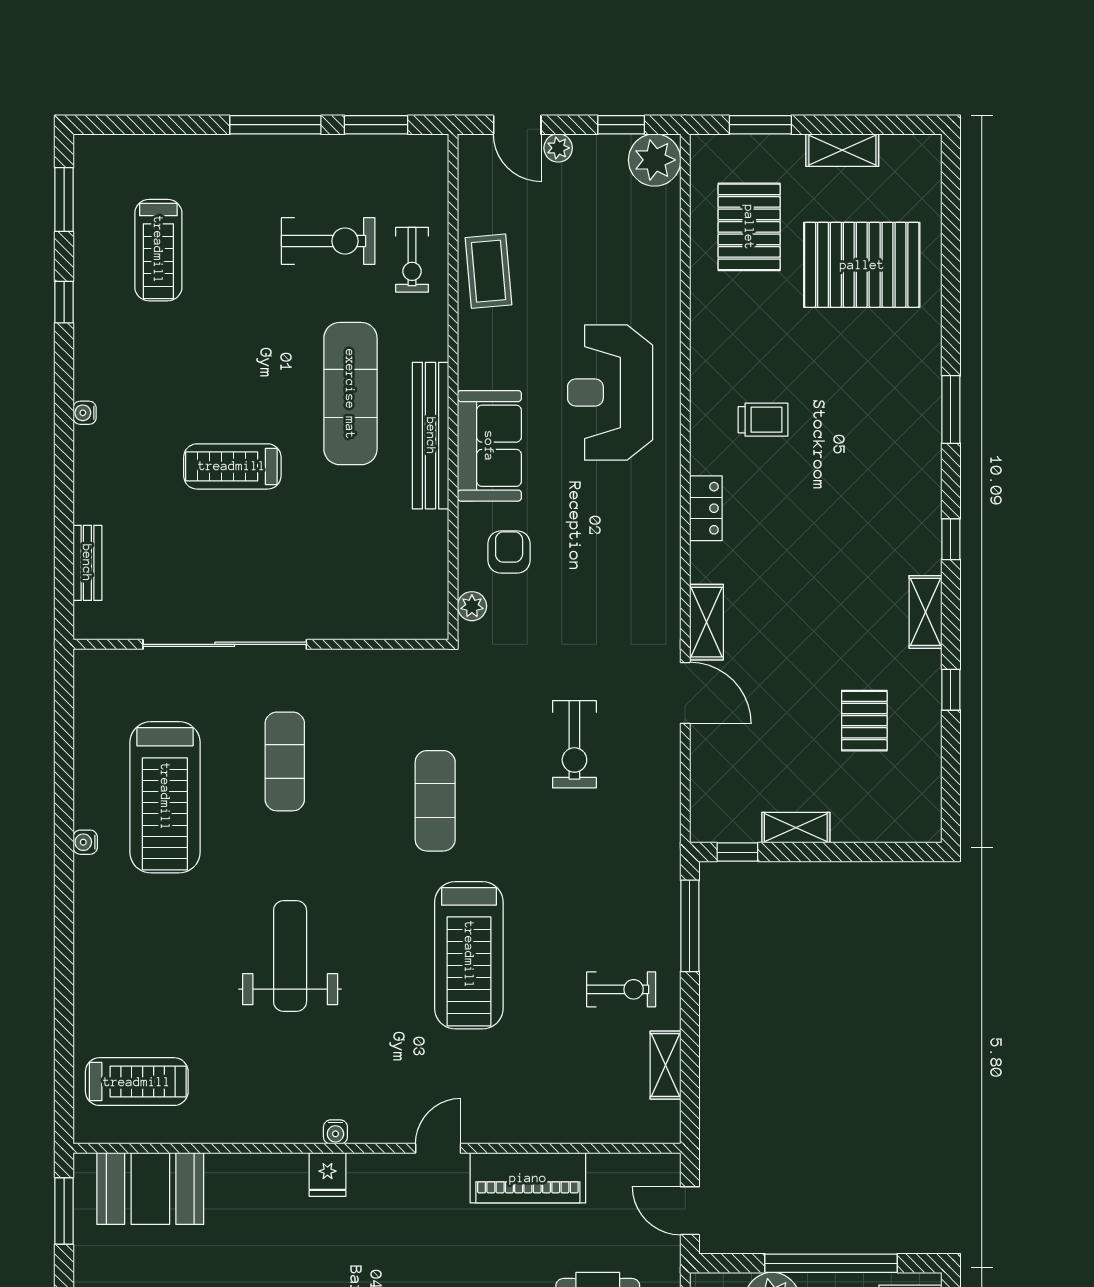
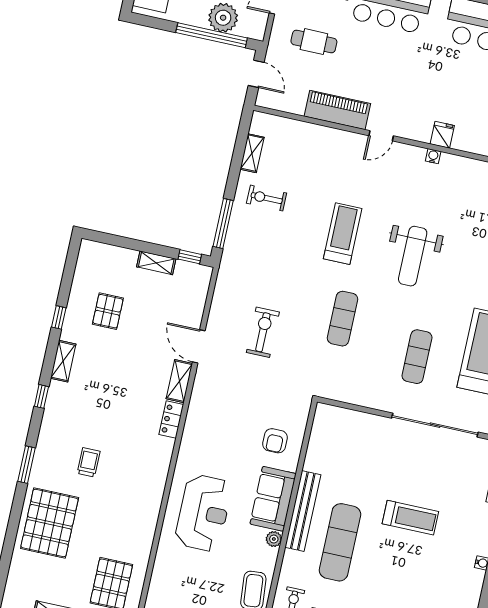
pallet: (862, 265) -> (50, 523), moved, turned 90
trolley: (763, 420) -> (89, 462), moved, turned 90
locker: (706, 508) -> (171, 420), moved
plant: (472, 606) -> (274, 539), moved
treadmill: (469, 955) -> (343, 234), width x0.73, depth x0.73
weight bench: (290, 956) -> (413, 256), moved
window: (831, 1263) -> (212, 35), moved

